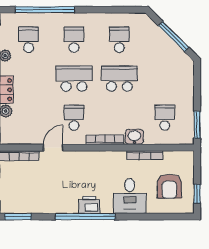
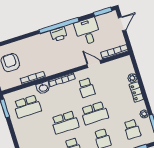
school desk: (165, 118) -> (27, 106), width x1.85
door: (53, 148) -> (94, 64), swing flipped
desk: (130, 196) -> (87, 31), moved

